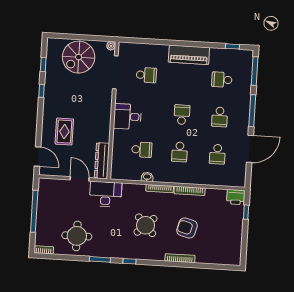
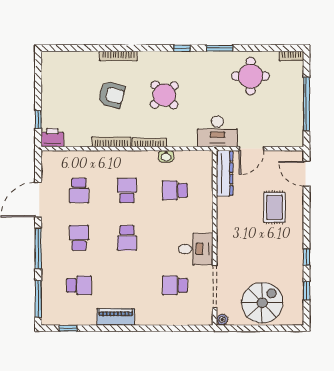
piano: (189, 55) -> (116, 317), width x0.73, depth x0.75
desk: (127, 117) -> (196, 249), moved
school desk: (217, 154) -> (79, 190), turned 180
door: (80, 179) -> (252, 149), hinge flipped

